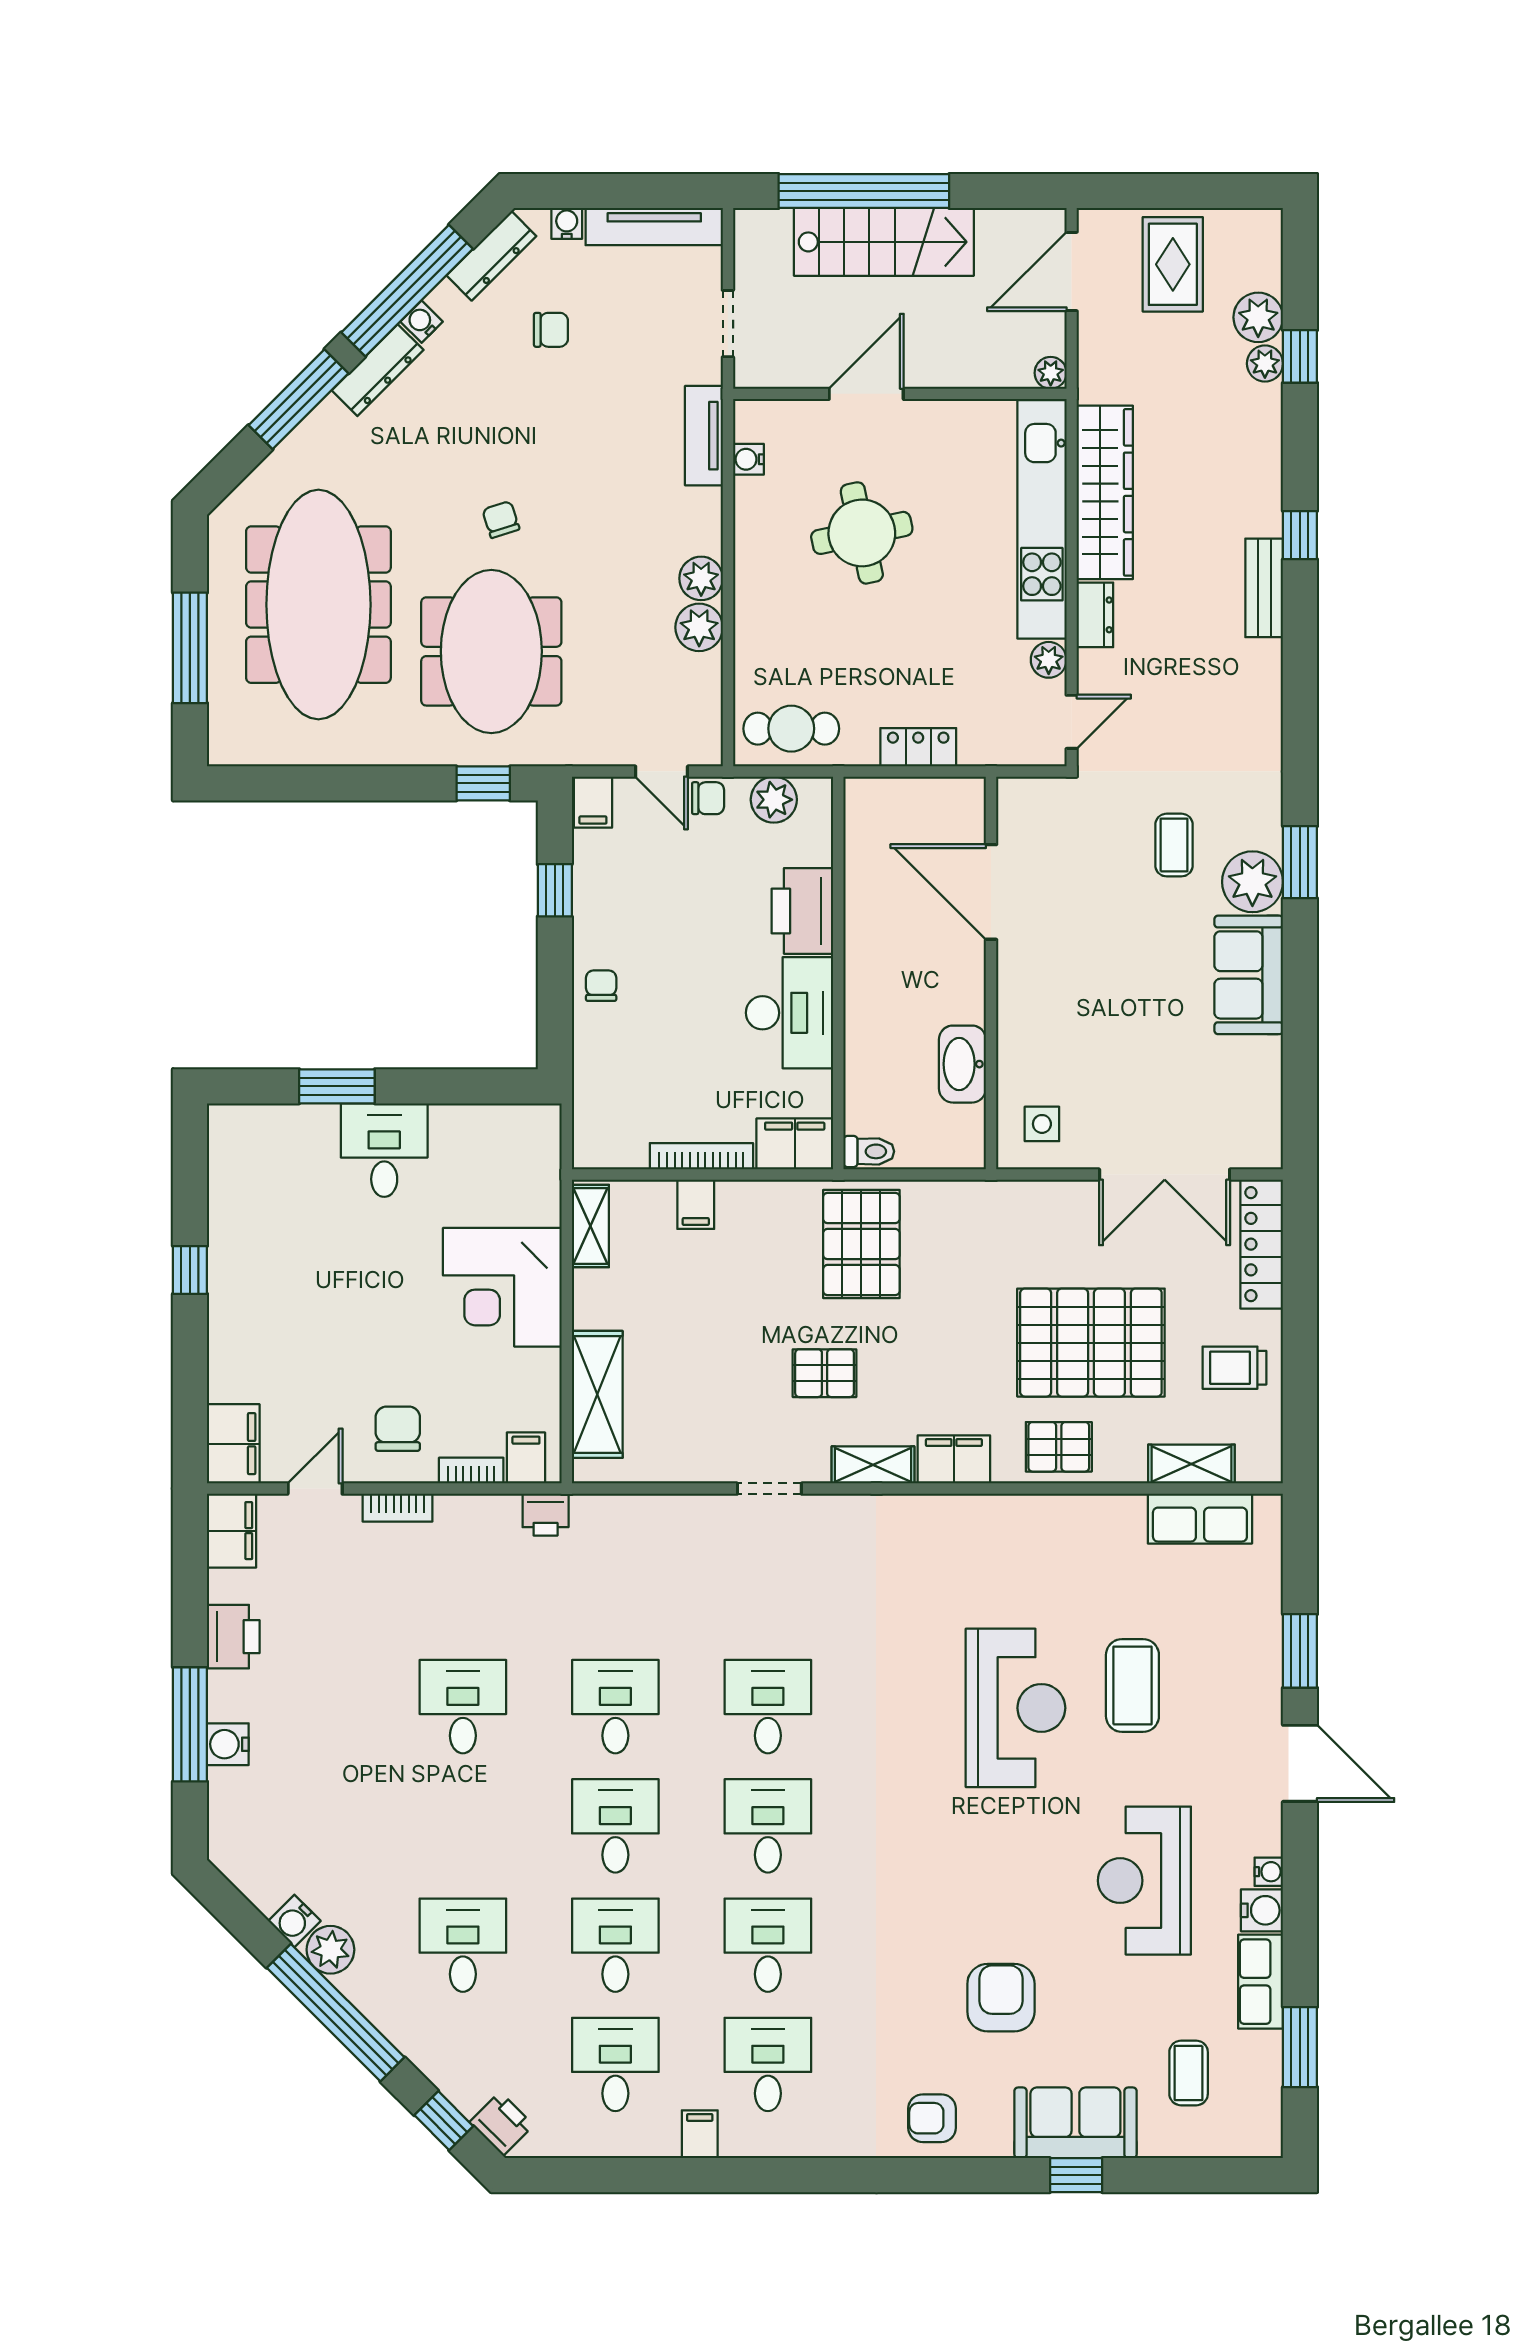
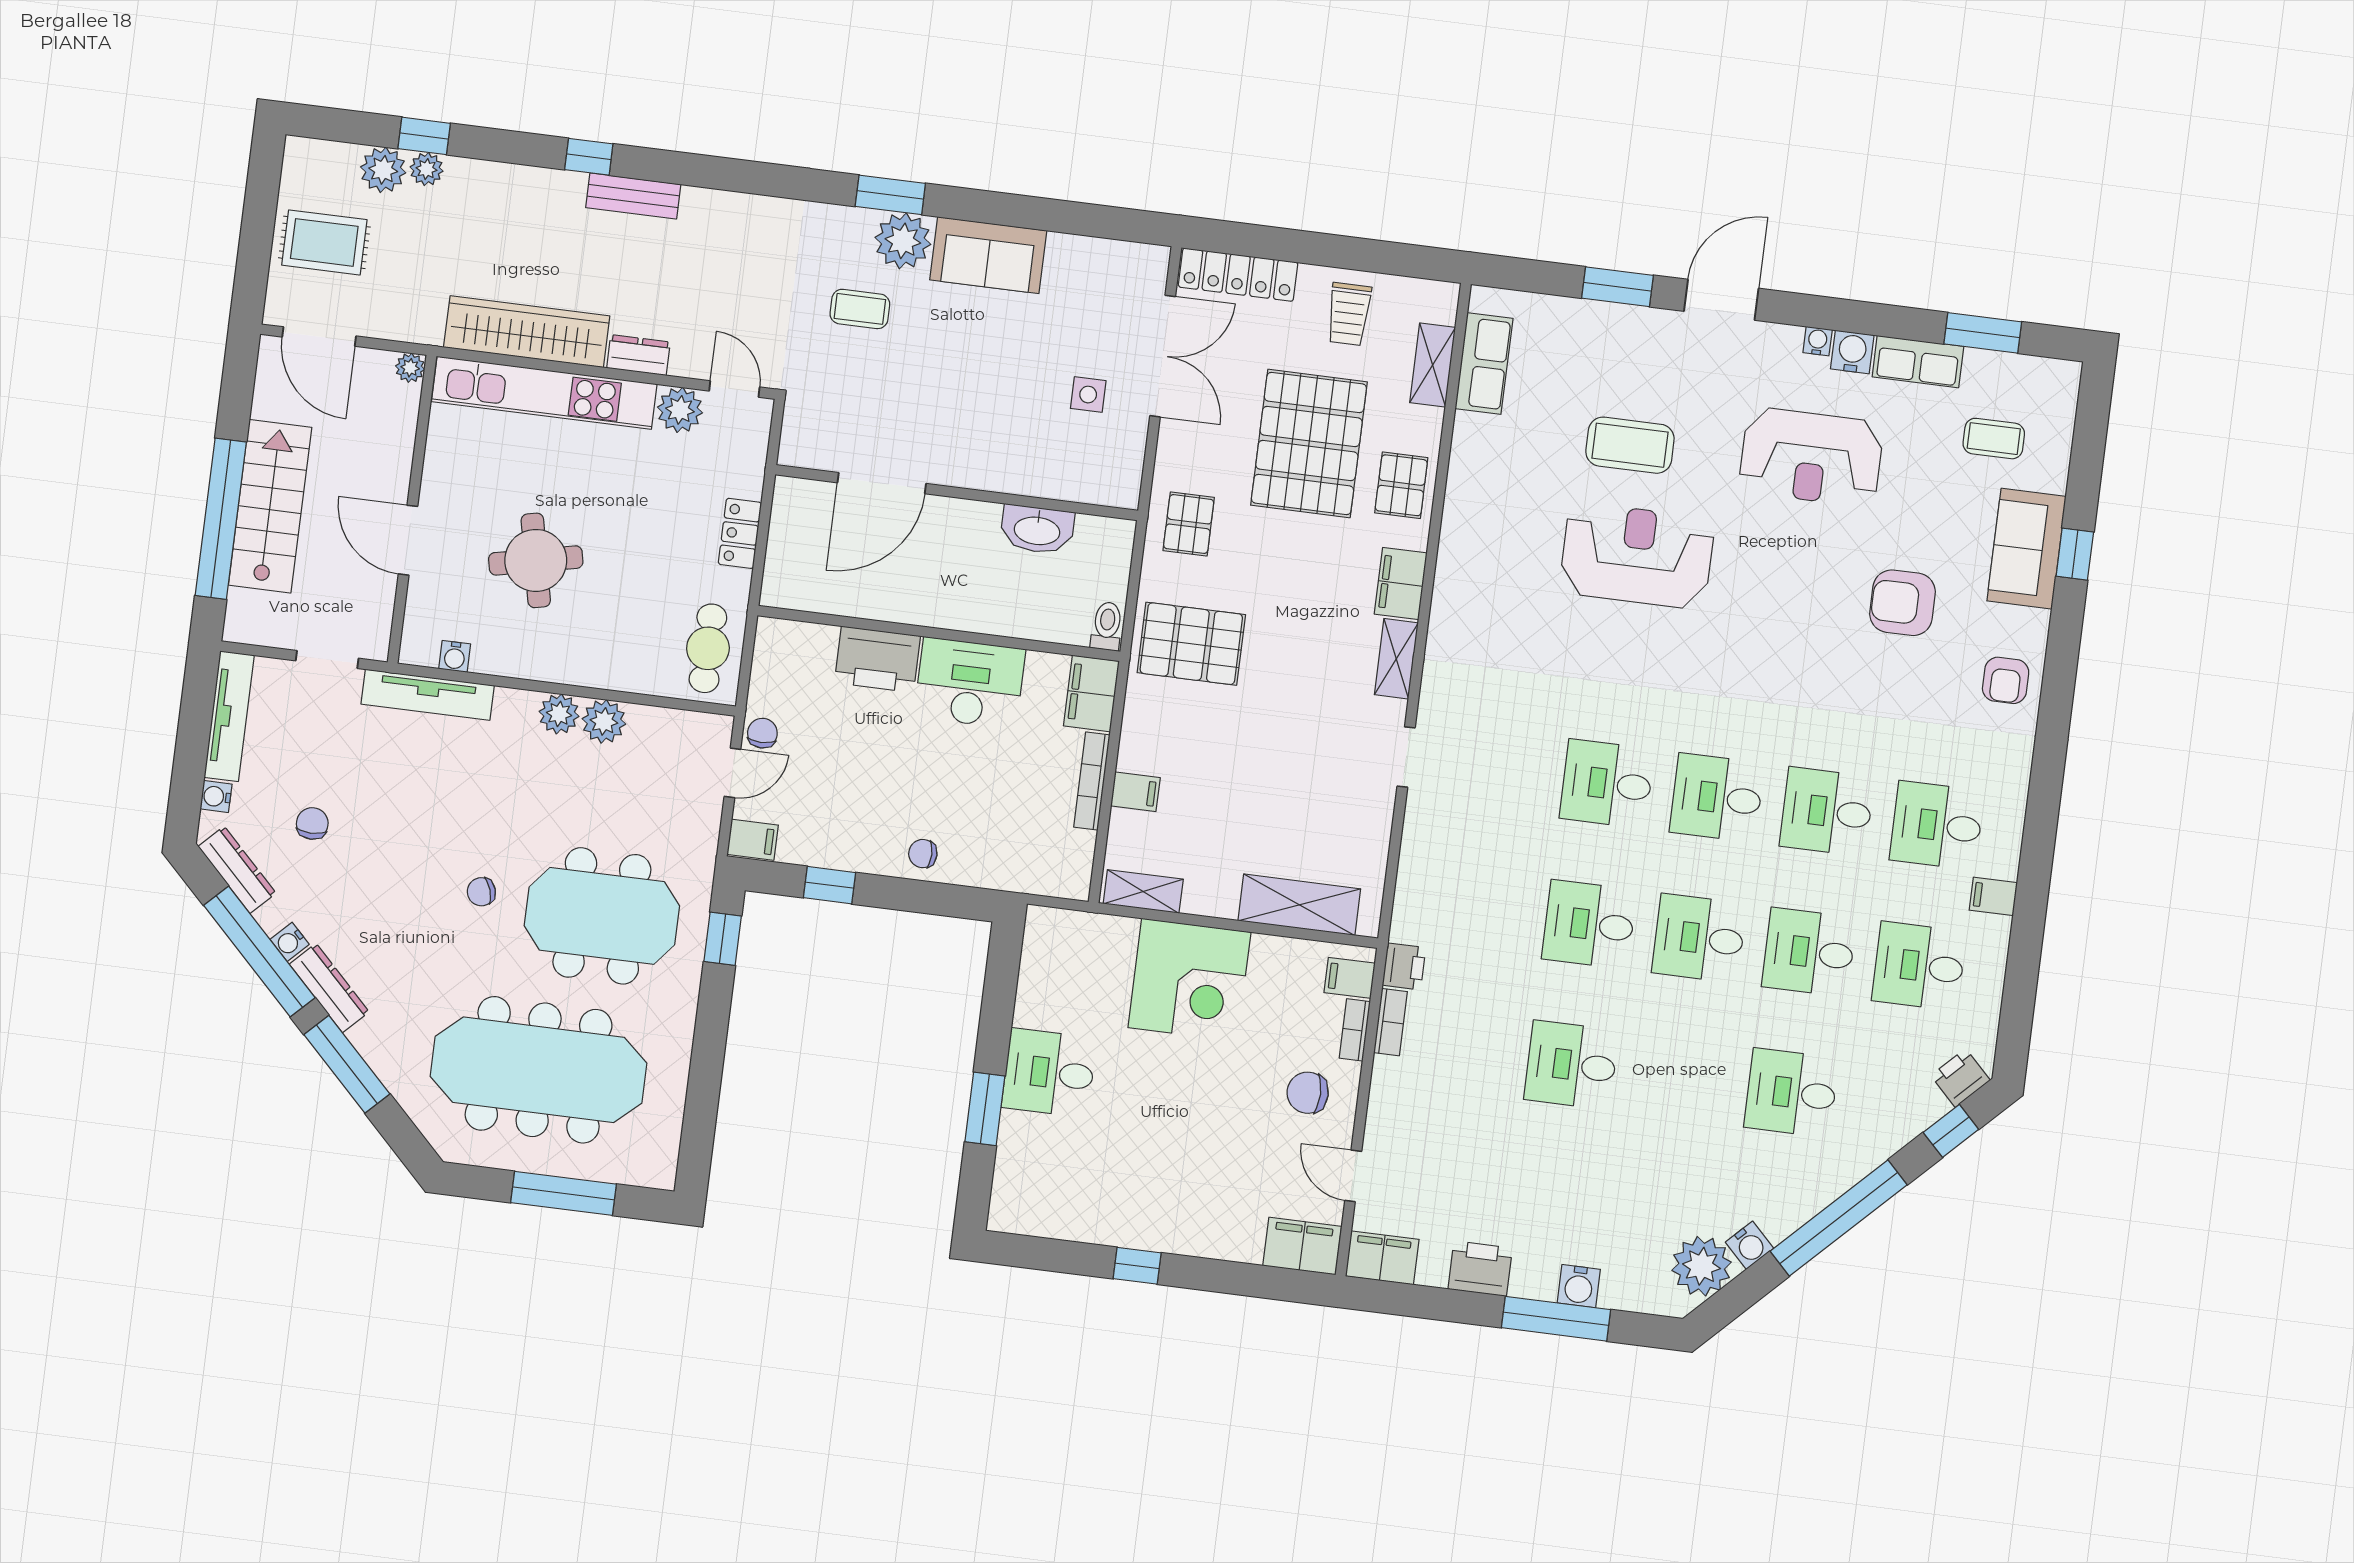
tv unit: (704, 436) -> (428, 695), width x1.41
plant: (1049, 660) -> (680, 410), width x1.38, depth x1.38
plant: (774, 800) -> (771, 673), removed
side table: (1042, 1124) -> (1088, 395), moved
pallet: (825, 1373) -> (1189, 524), moved
bookcase: (397, 1508) -> (1390, 1022), moved
plant: (330, 1950) -> (1702, 1266), moved, width x1.36, depth x1.36

